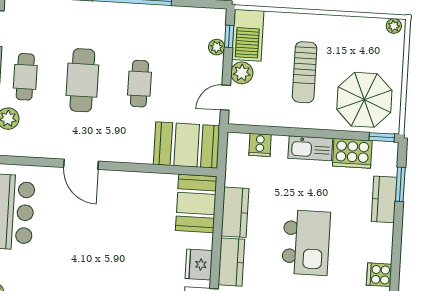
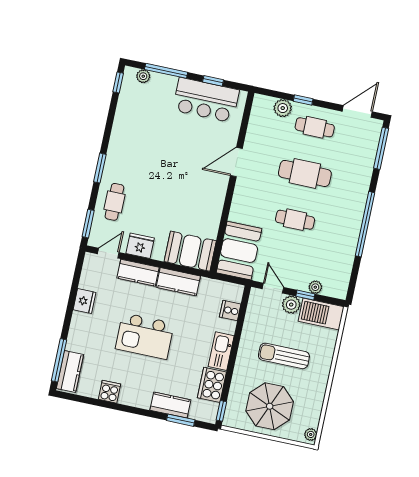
window: (229, 36) -> (305, 295), moved
parasol: (364, 100) -> (270, 406), moved

